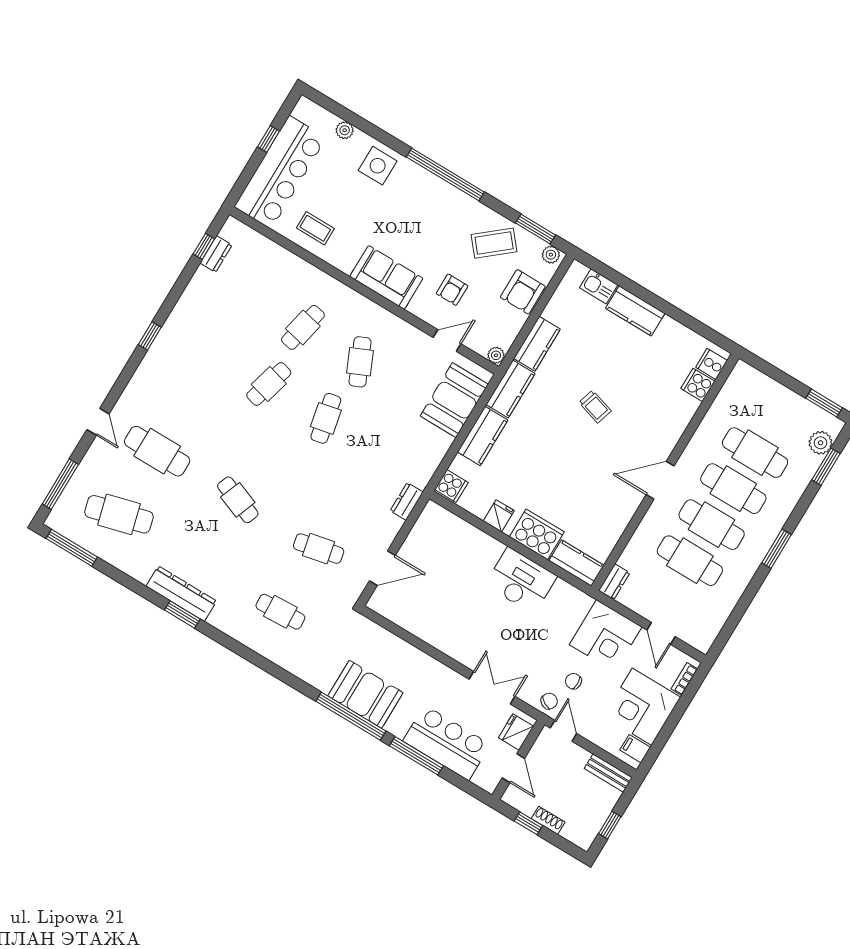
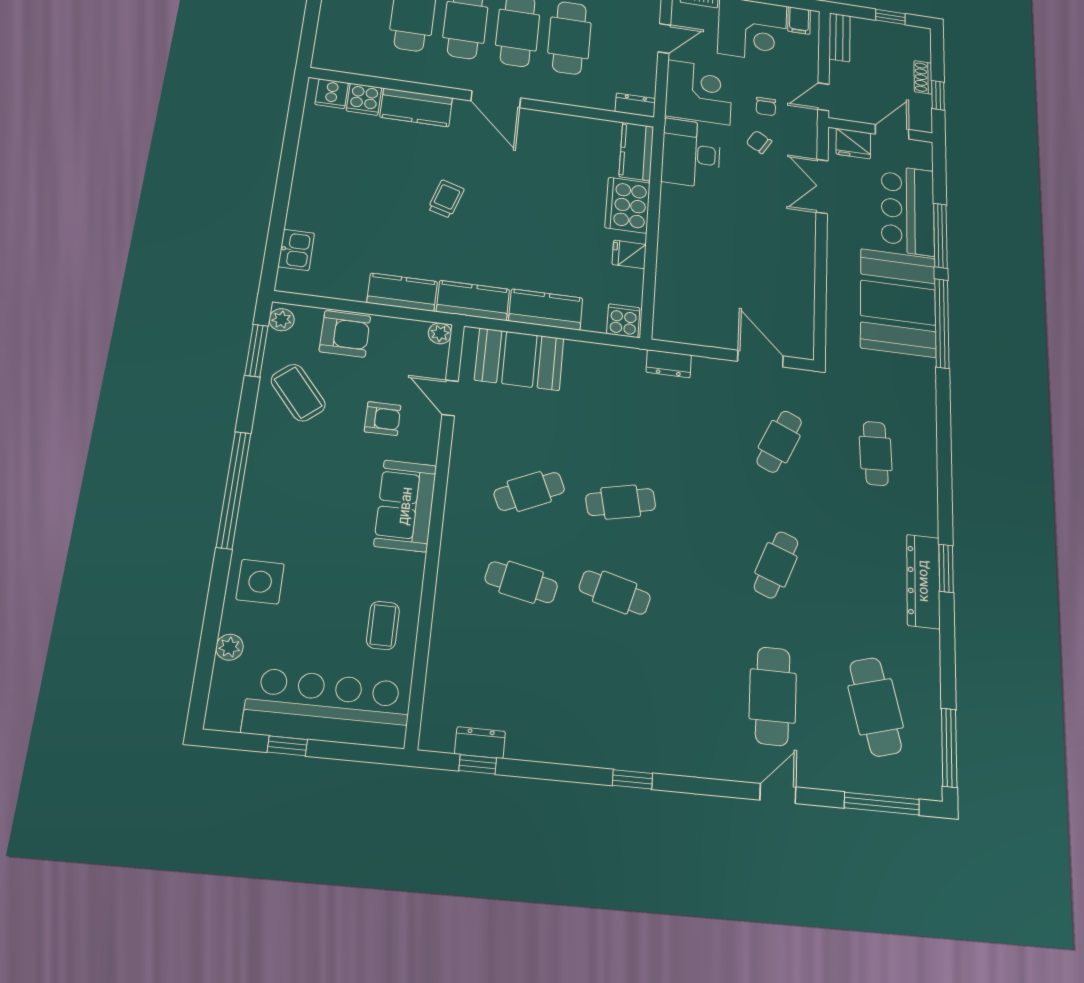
kitchen counter: (635, 311) -> (416, 107), moved, turned 90
cafe table: (319, 549) -> (779, 442), turned 36
desk: (521, 580) -> (691, 153), moved
booth: (365, 694) -> (898, 303), width x1.36, depth x1.42
chair: (549, 701) -> (759, 142), moved

